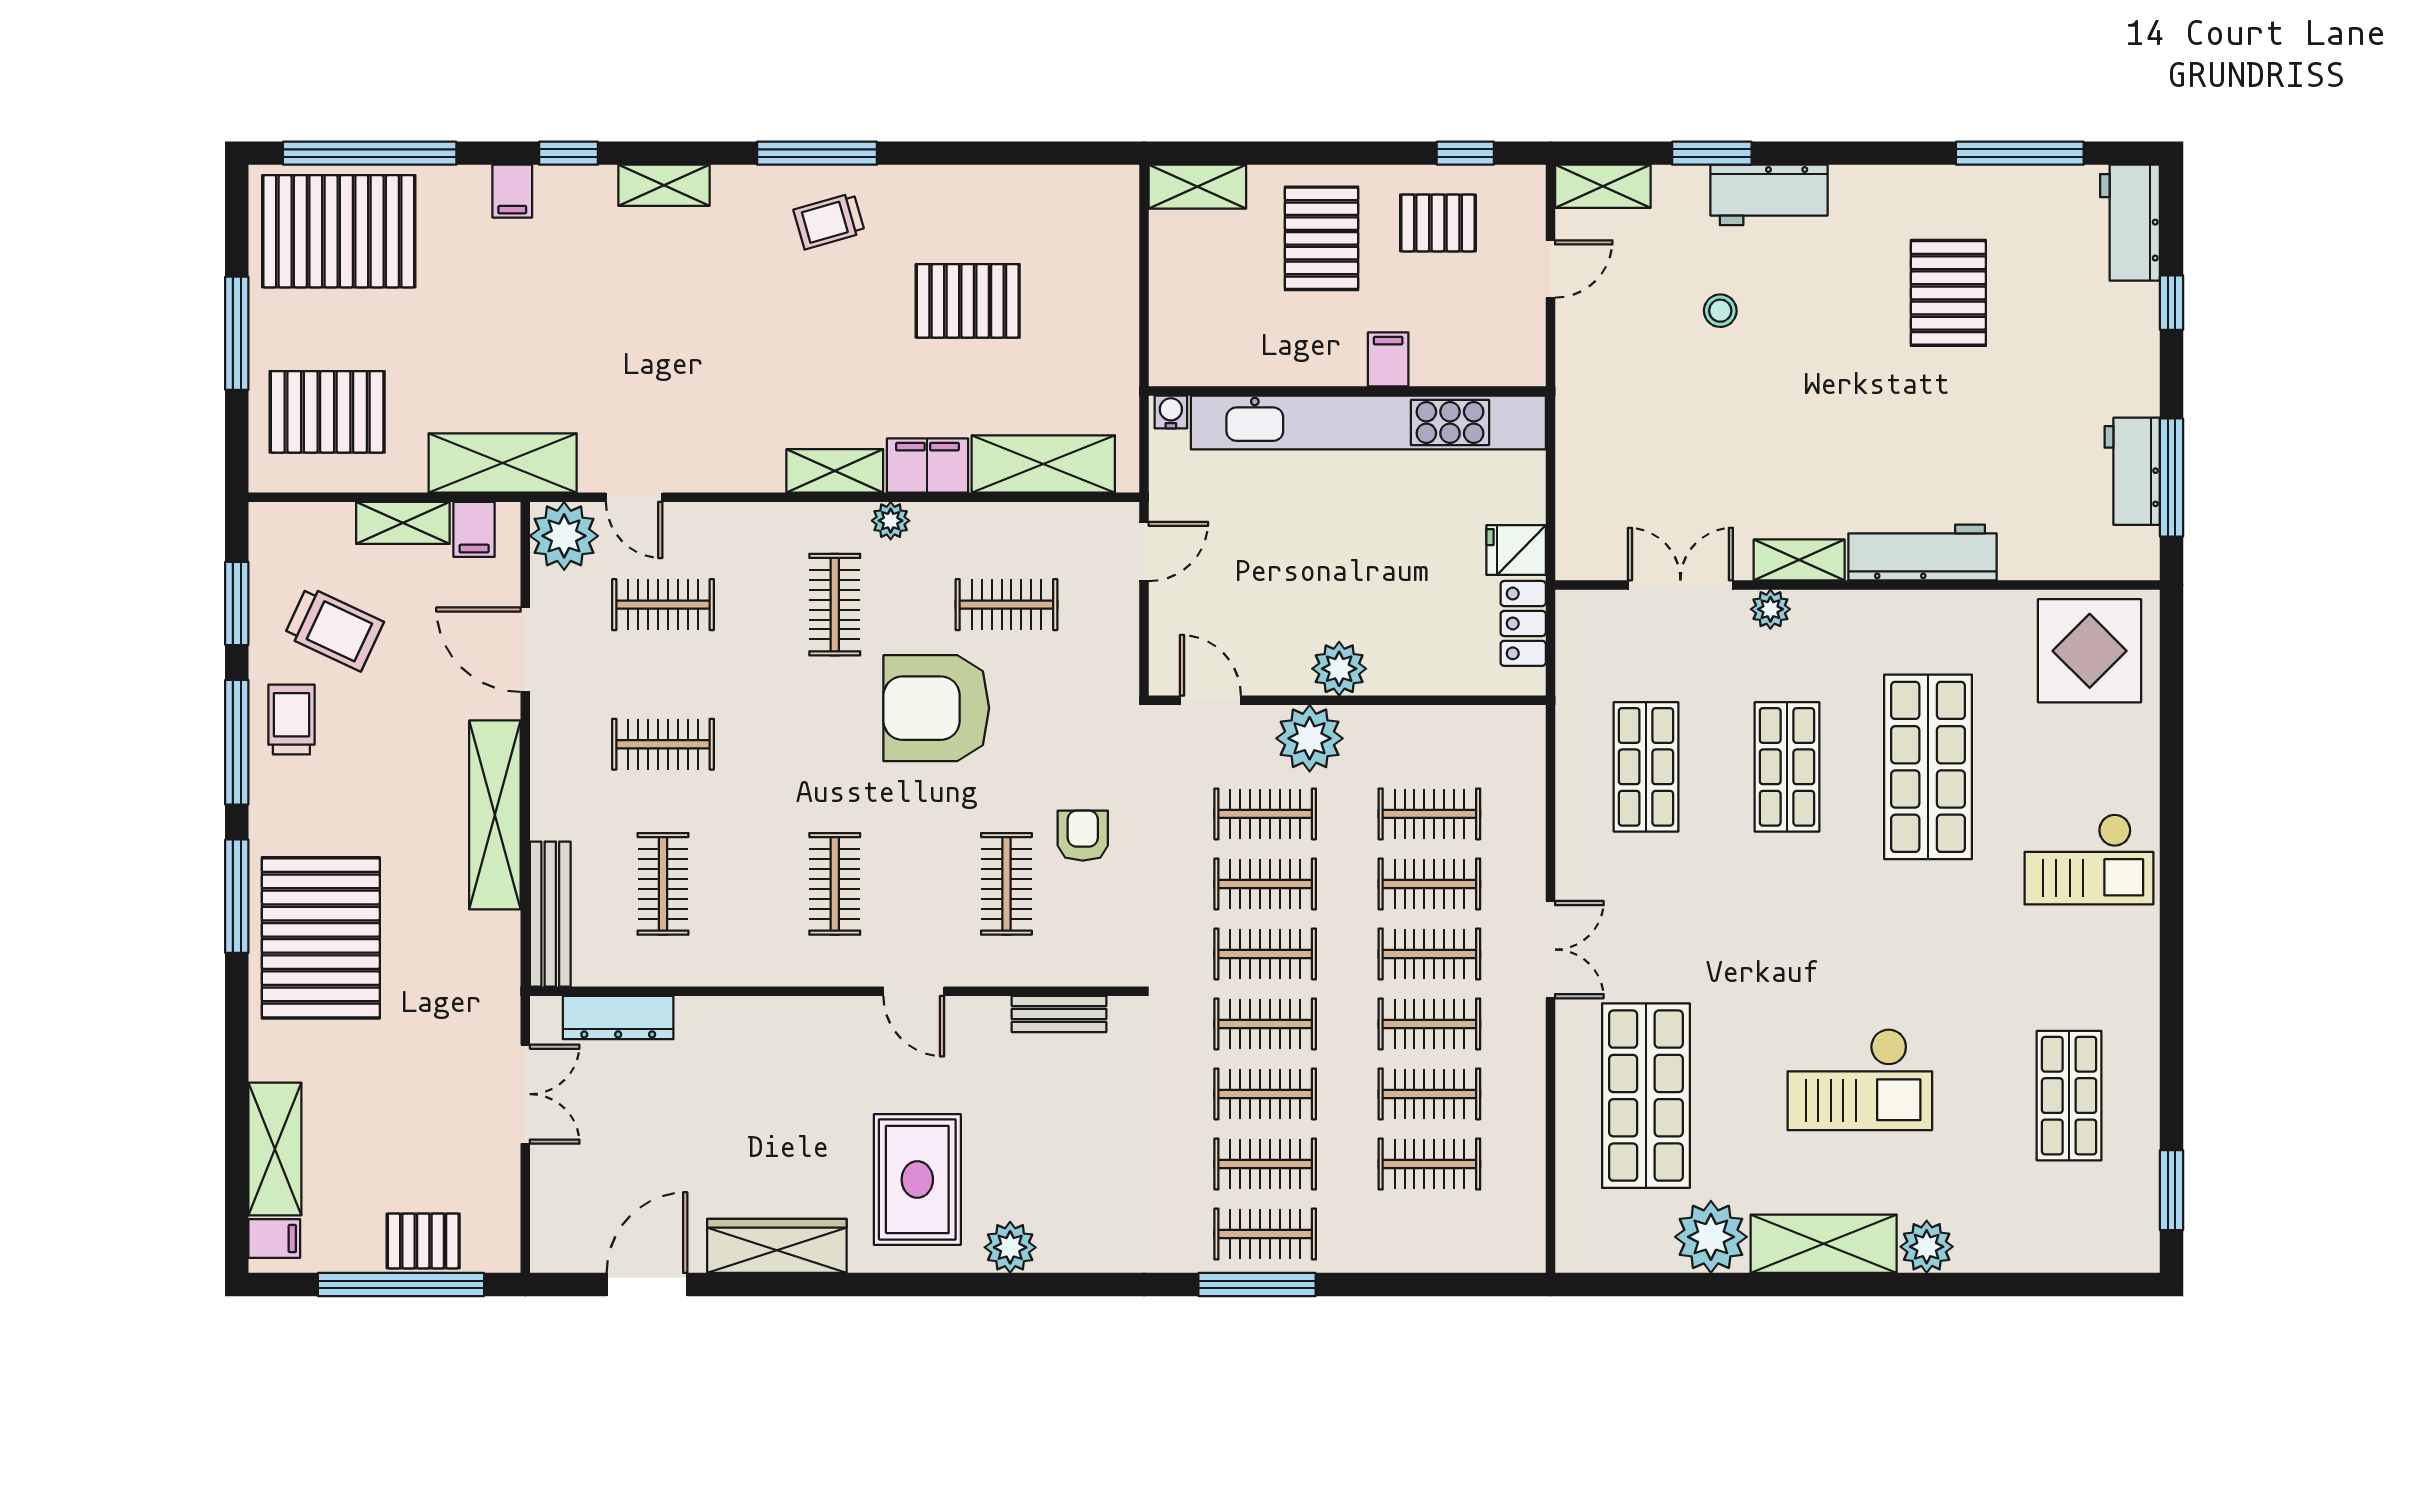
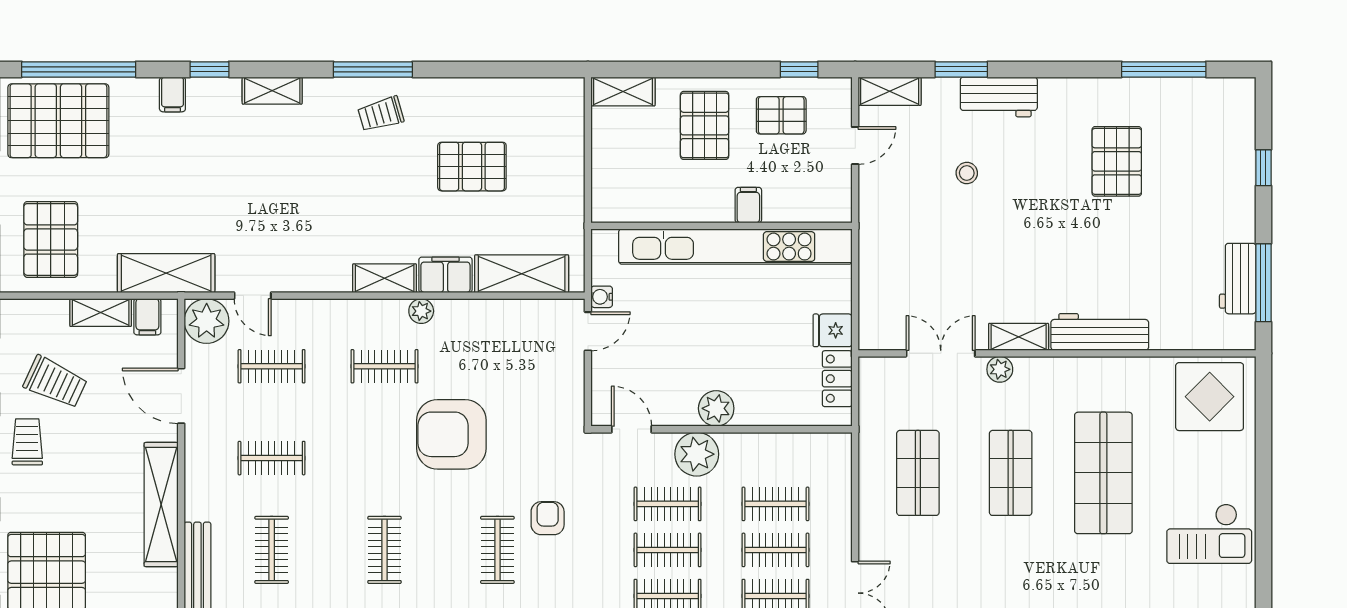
workbench: (2130, 223) -> (1236, 115), removed
pallet: (327, 412) -> (51, 239), turned 90
water cooler: (1171, 412) -> (602, 297), moved, turned -90
clothes rail: (835, 605) -> (385, 366), turned 90
clothes rail: (1006, 605) -> (497, 366), removed

